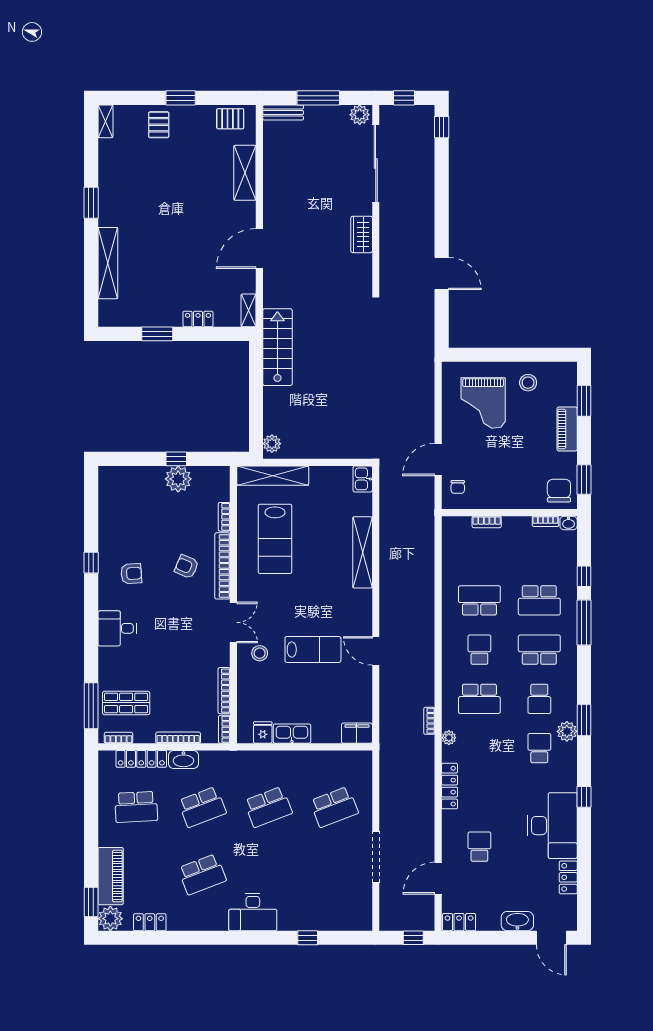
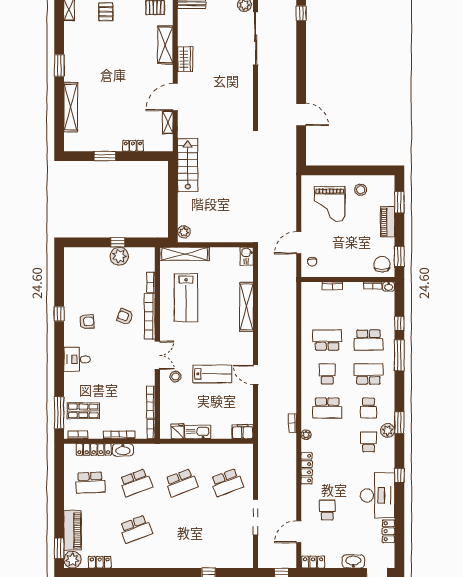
wardrobe: (362, 234) -> (185, 59), moved, turned 180
shelving: (249, 310) -> (168, 122), moved
desk: (253, 912) -> (171, 555), removed

